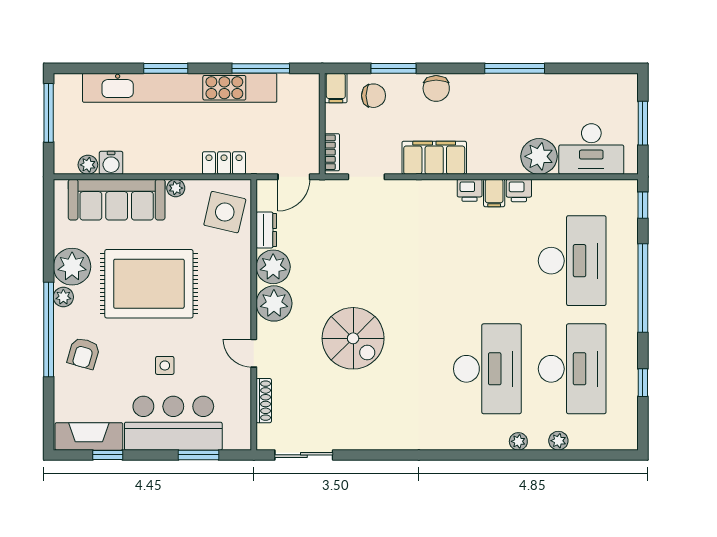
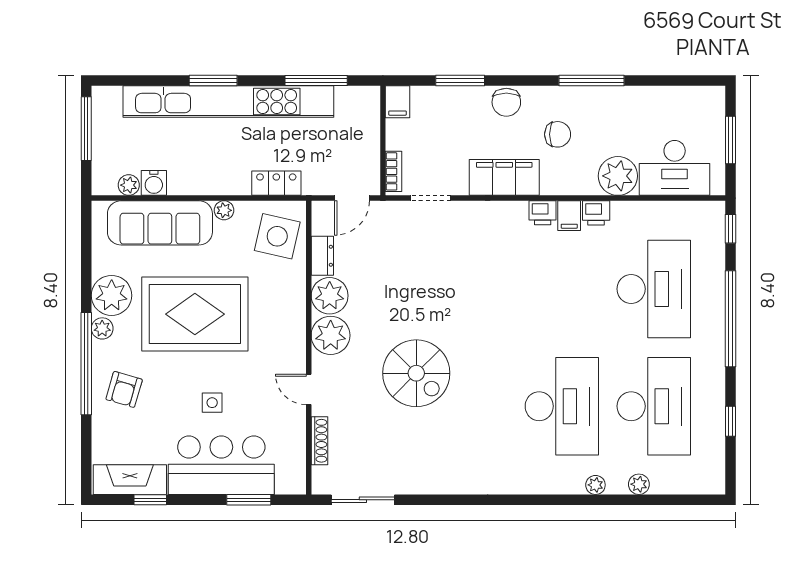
chair: (373, 96) -> (558, 134), moved

